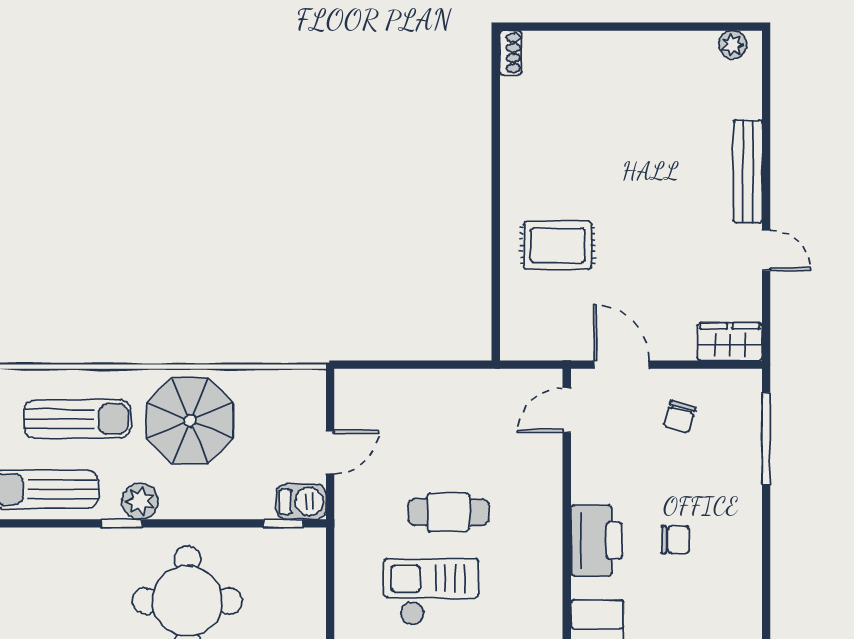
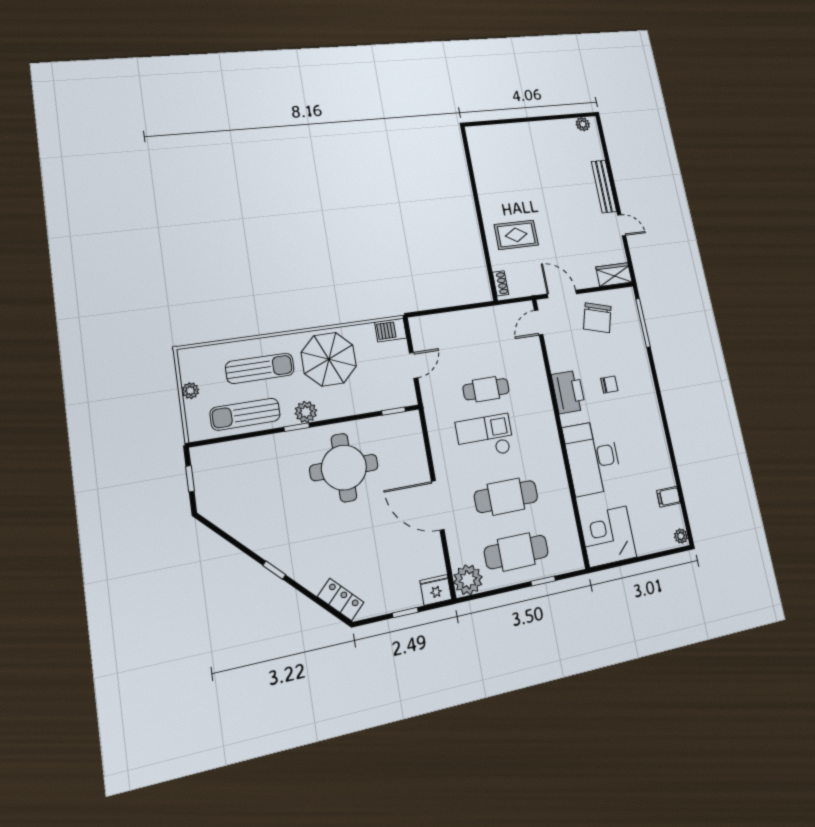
shoe rack: (511, 53) -> (500, 283), moved
chair: (680, 417) -> (597, 318), width x1.87, depth x1.87
barbecue: (301, 502) -> (391, 330), moved, turned 180

